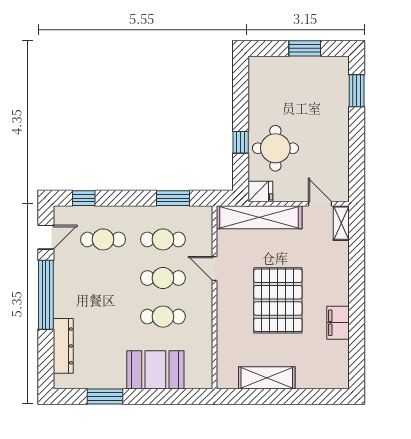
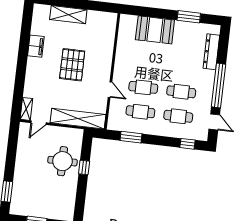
fridge: (260, 192) -> (75, 135), removed
door: (320, 204) -> (38, 123), hinge flipped
door: (46, 237) -> (214, 122), swing flipped
pallet: (278, 300) -> (72, 65), width x0.73, depth x0.71
cafe table: (163, 317) -> (181, 92), moved
shelving: (267, 378) -> (68, 15), moved

